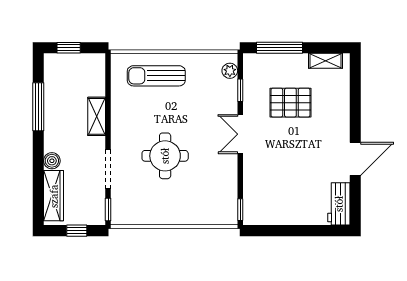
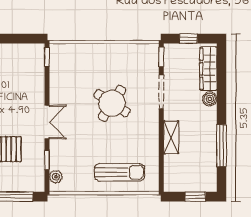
round table: (165, 156) -> (112, 103), turned 33

